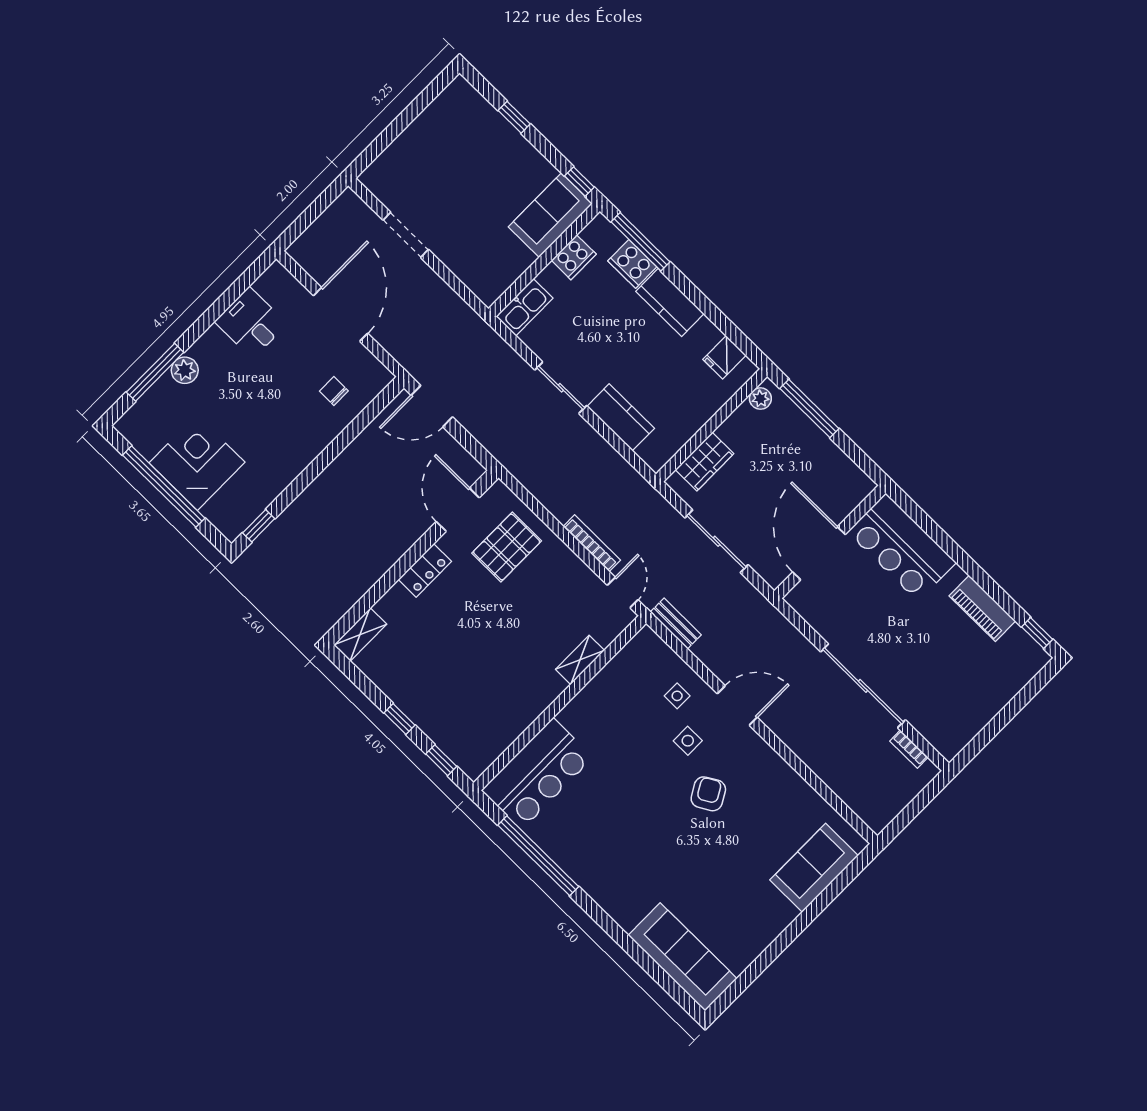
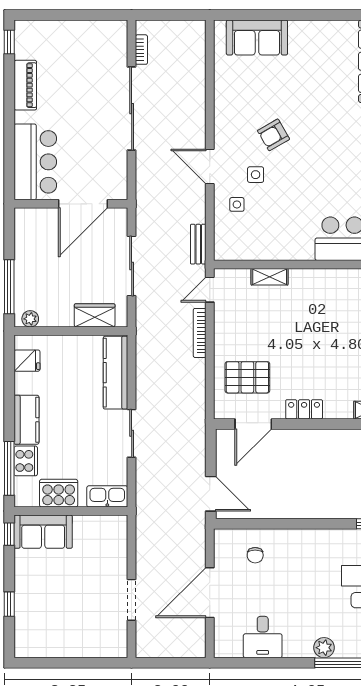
cooker: (574, 257) -> (59, 493), width x1.37, depth x1.31
kitchen counter: (621, 417) -> (115, 373), width x1.50

